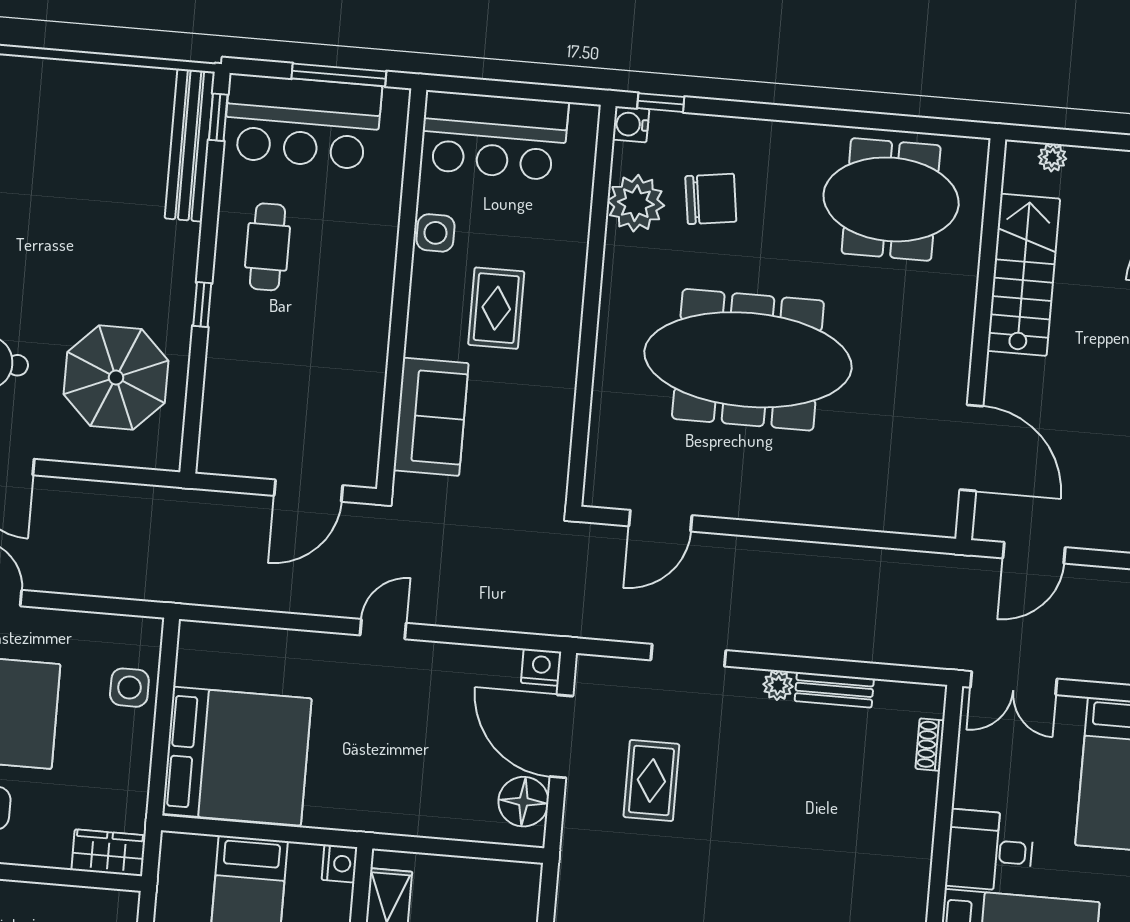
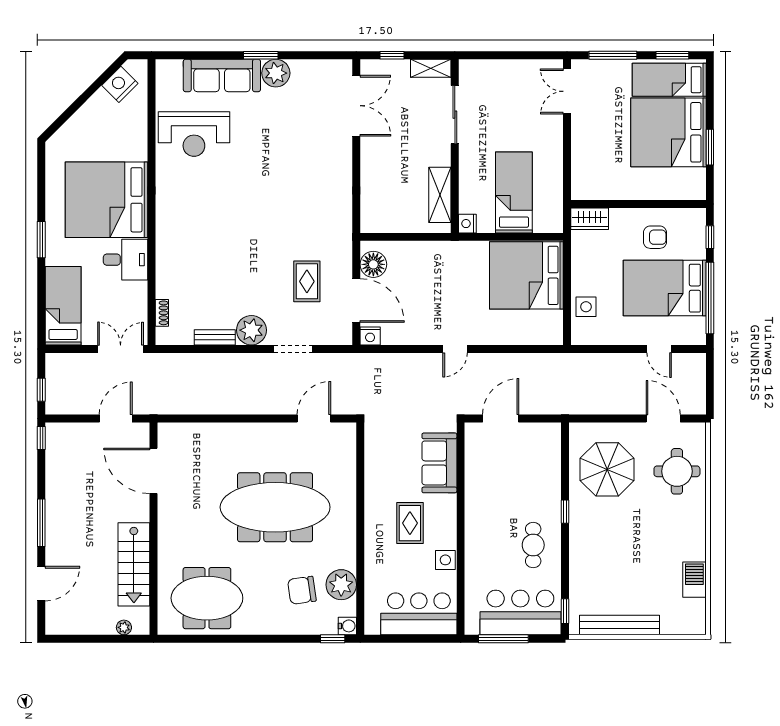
bench: (190, 145) -> (619, 625), moved, turned 90
plant: (778, 685) -> (251, 330), width x1.88, depth x1.88

